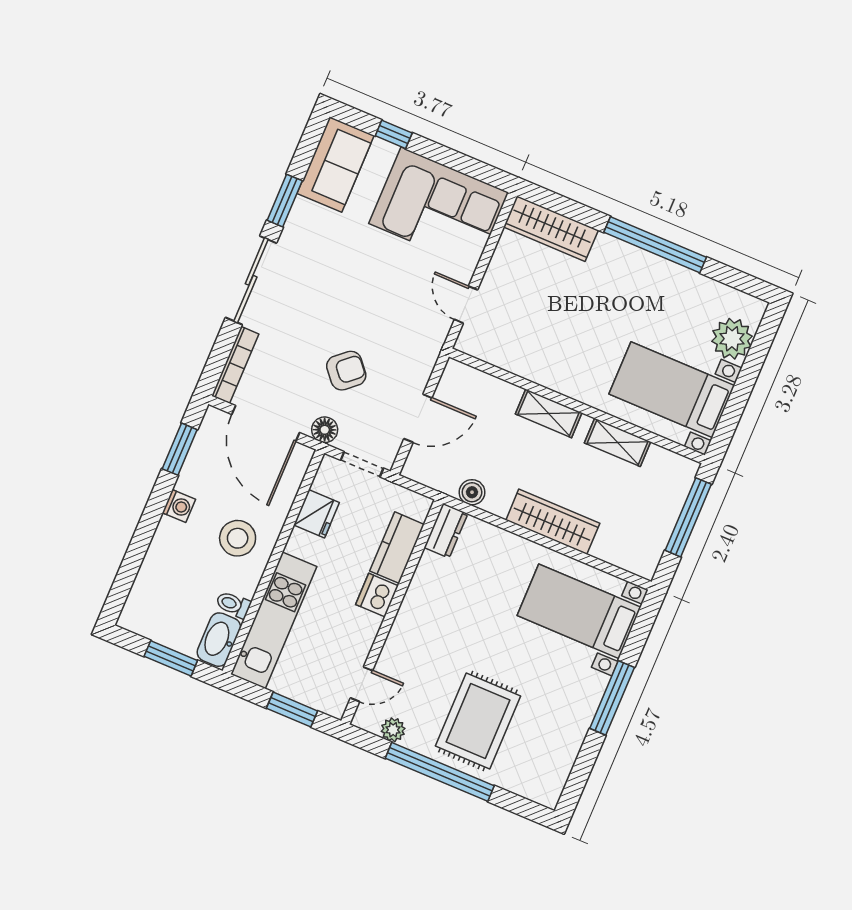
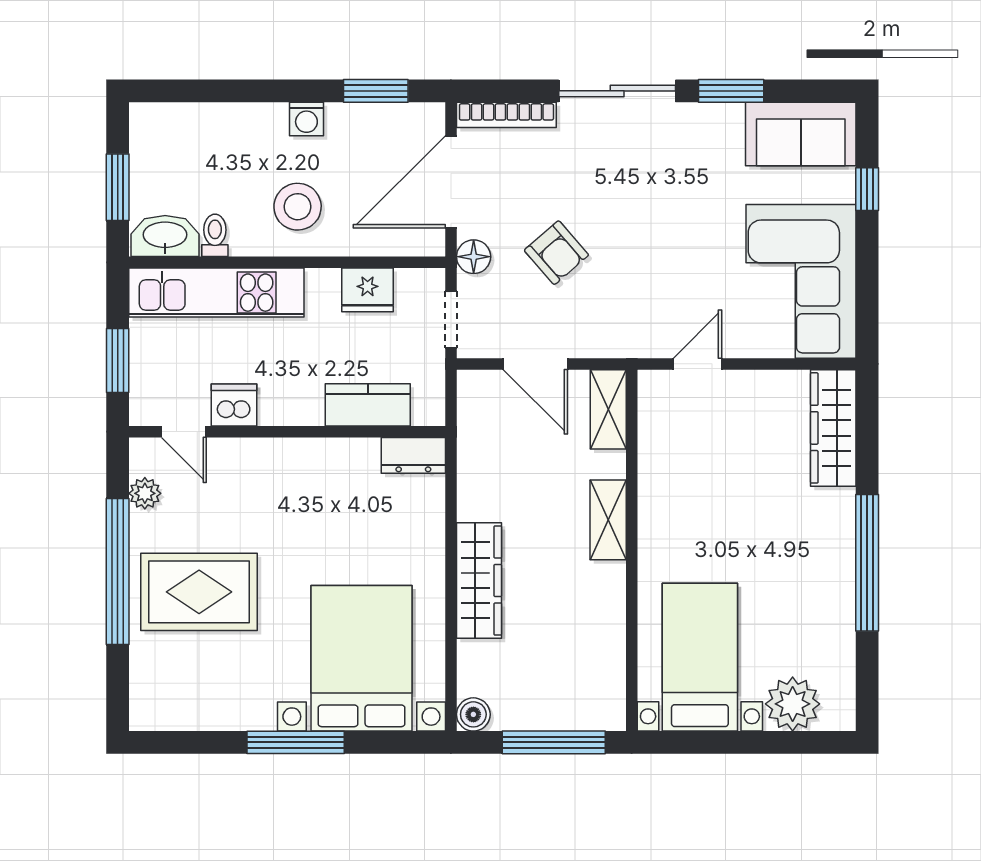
shelving: (618, 442) -> (608, 409), moved
boiler: (472, 492) -> (473, 714), moved
dishwasher: (377, 595) -> (234, 405), moved
bed with nightstands: (579, 611) -> (361, 658), width x1.36

